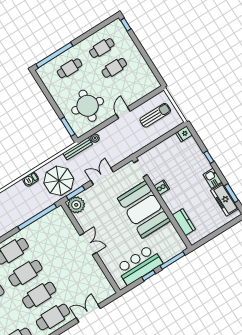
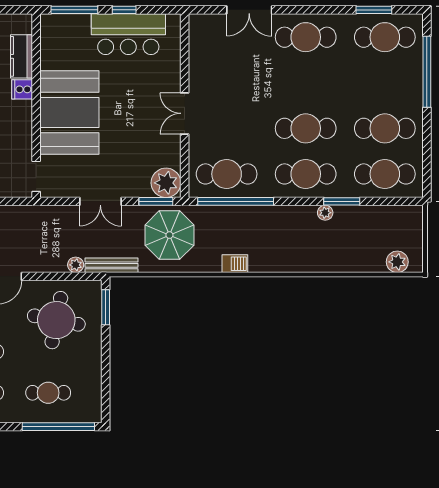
barbecue: (31, 179) -> (235, 264), moved
cooker: (162, 187) -> (22, 89), moved
cafe table: (39, 295) -> (227, 174), moved

